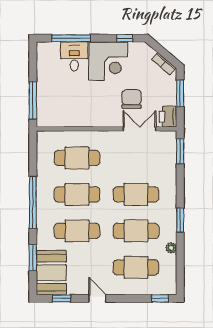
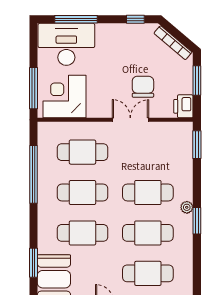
desk: (74, 56) -> (66, 44), width x1.87, depth x1.30
corner desk: (108, 61) -> (64, 97), moved, turned 180
bookcase: (164, 64) -> (173, 43), width x1.56
double door: (140, 129) -> (130, 120), moved
window: (33, 202) -> (33, 174), moved
plant: (171, 248) -> (187, 207), moved

